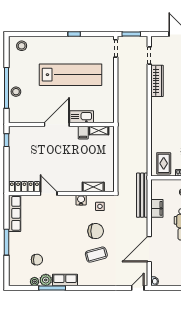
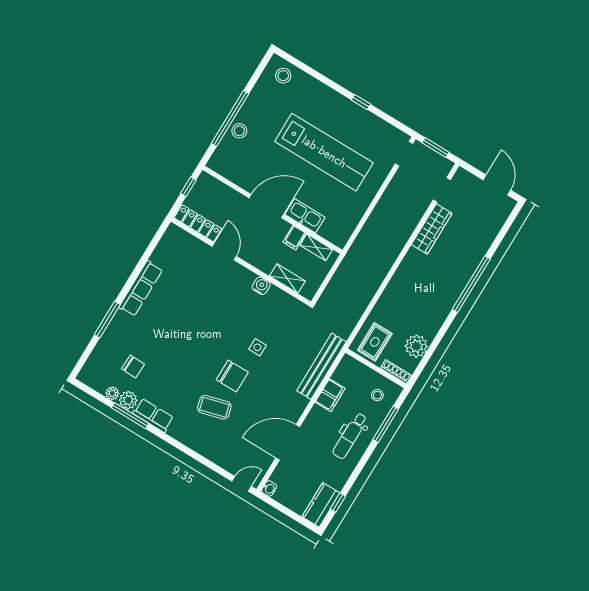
locker: (24, 187) -> (198, 223), moved
shelving: (93, 187) -> (287, 279), moved
door: (49, 193) -> (224, 251), moved
wall: (61, 193) -> (241, 262), moved
water cooler: (81, 200) -> (261, 286), moved

